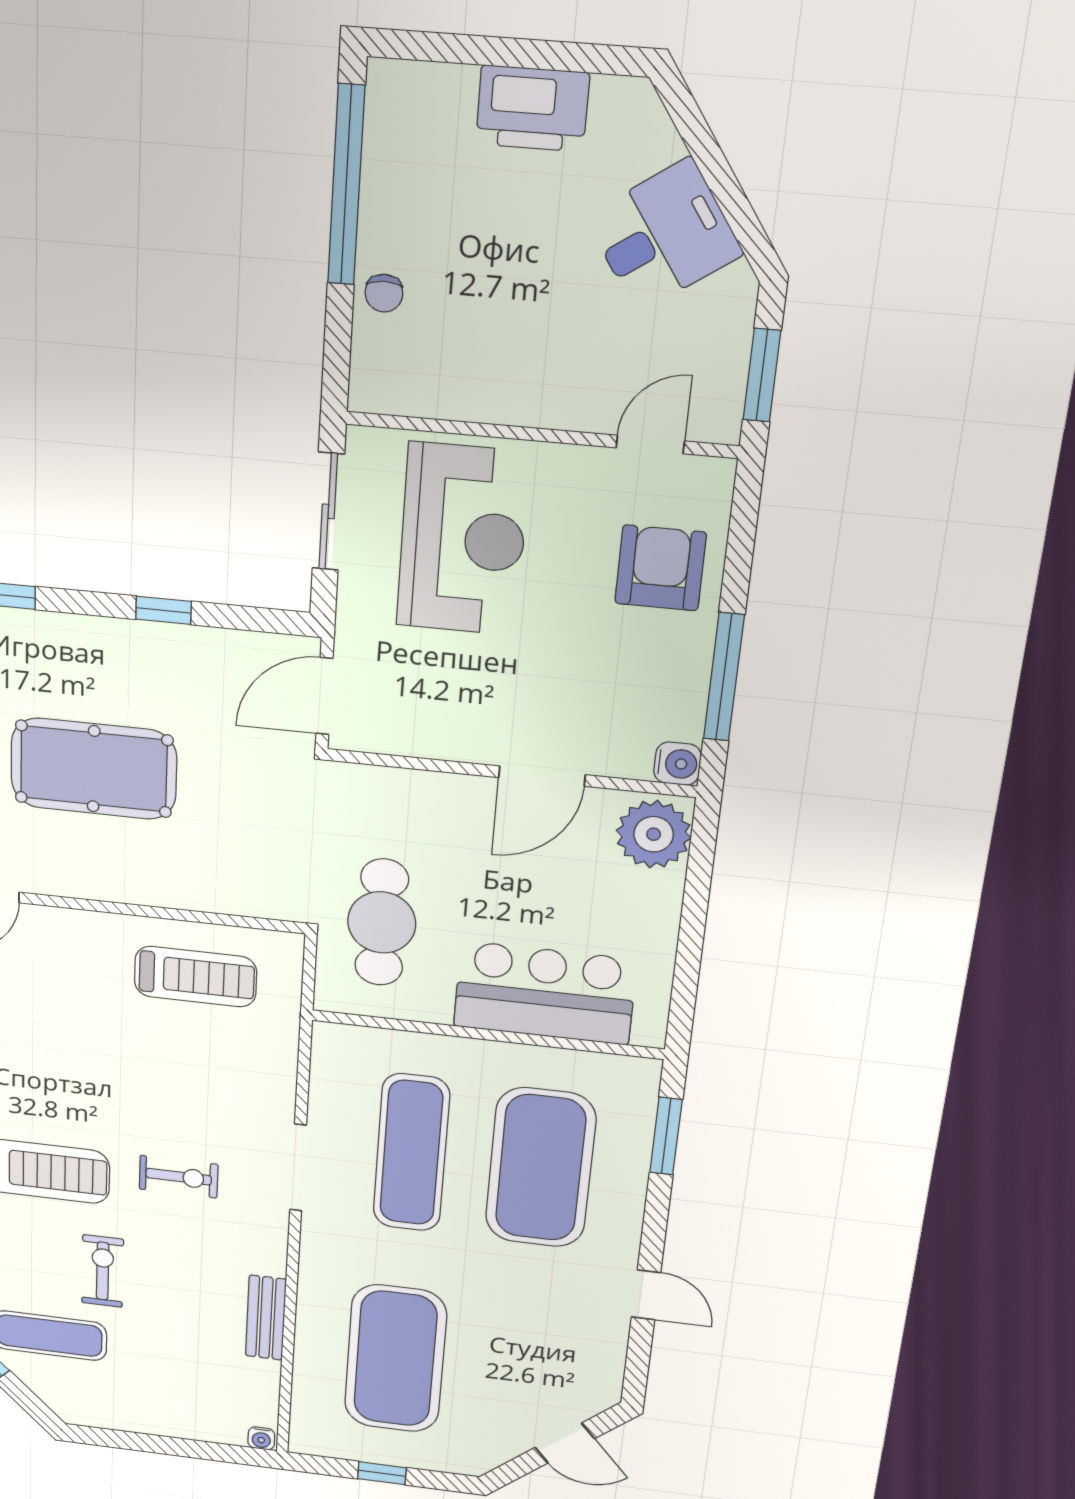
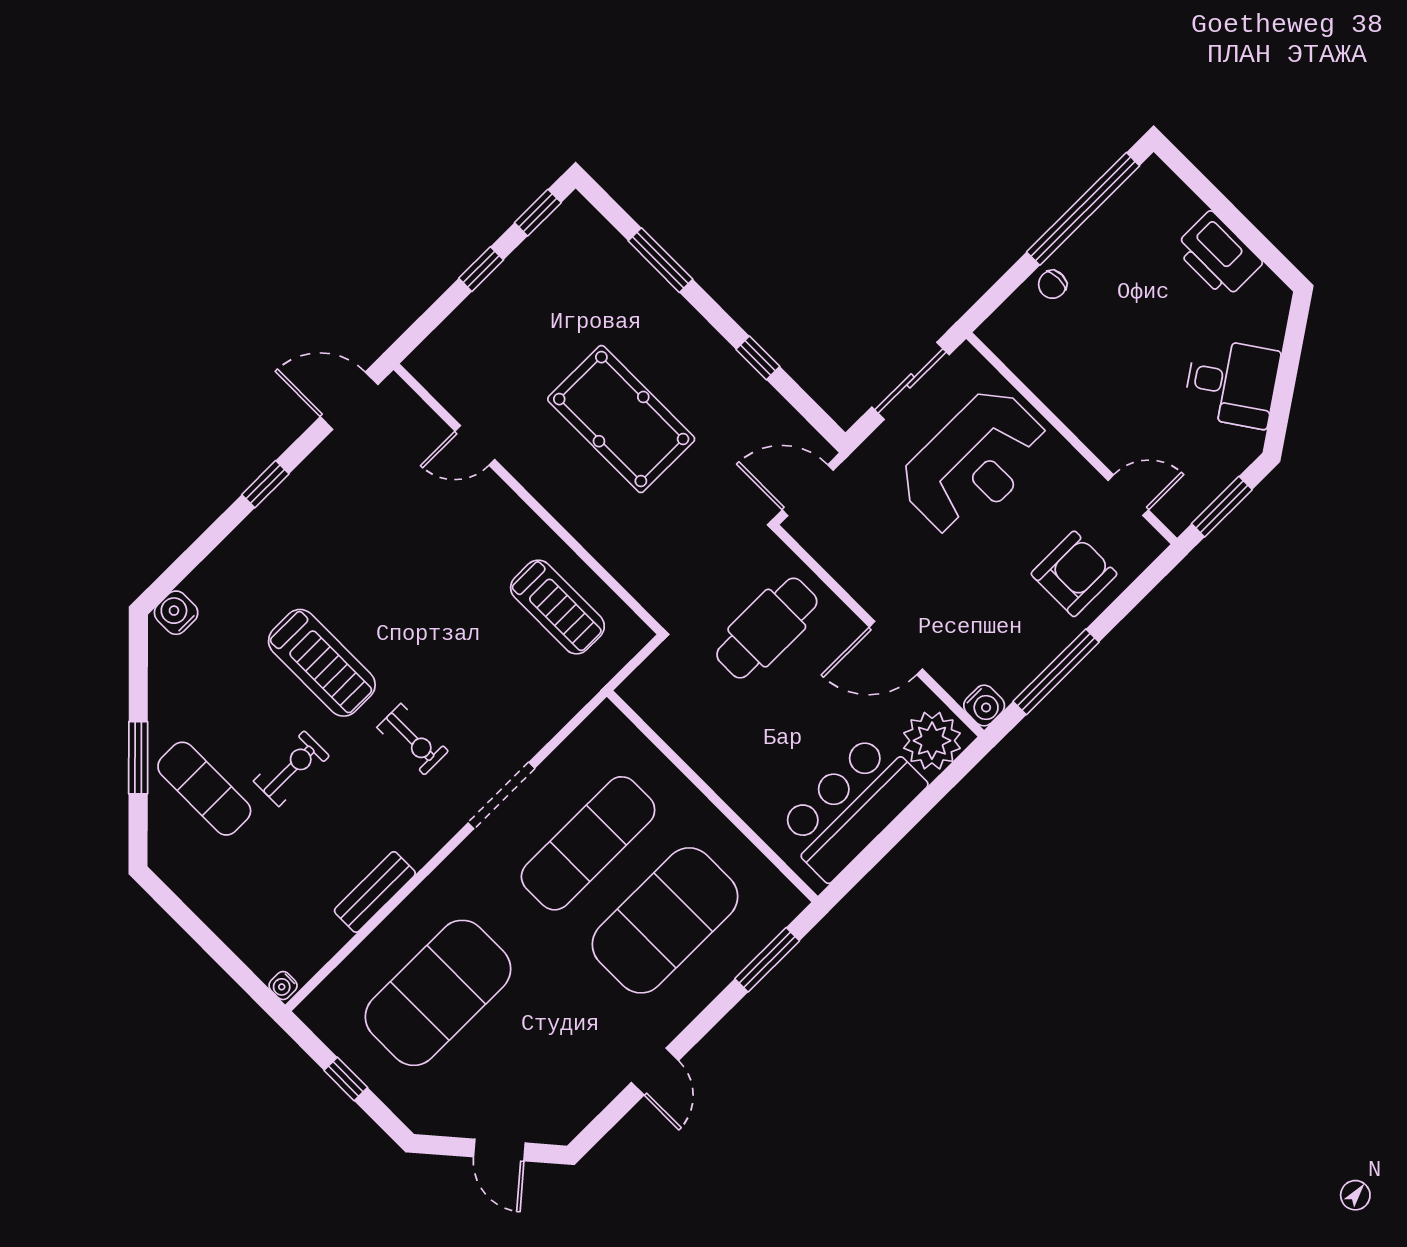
cafe table: (382, 922) -> (767, 628), moved
bar counter: (545, 993) -> (851, 807), moved, turned -90

